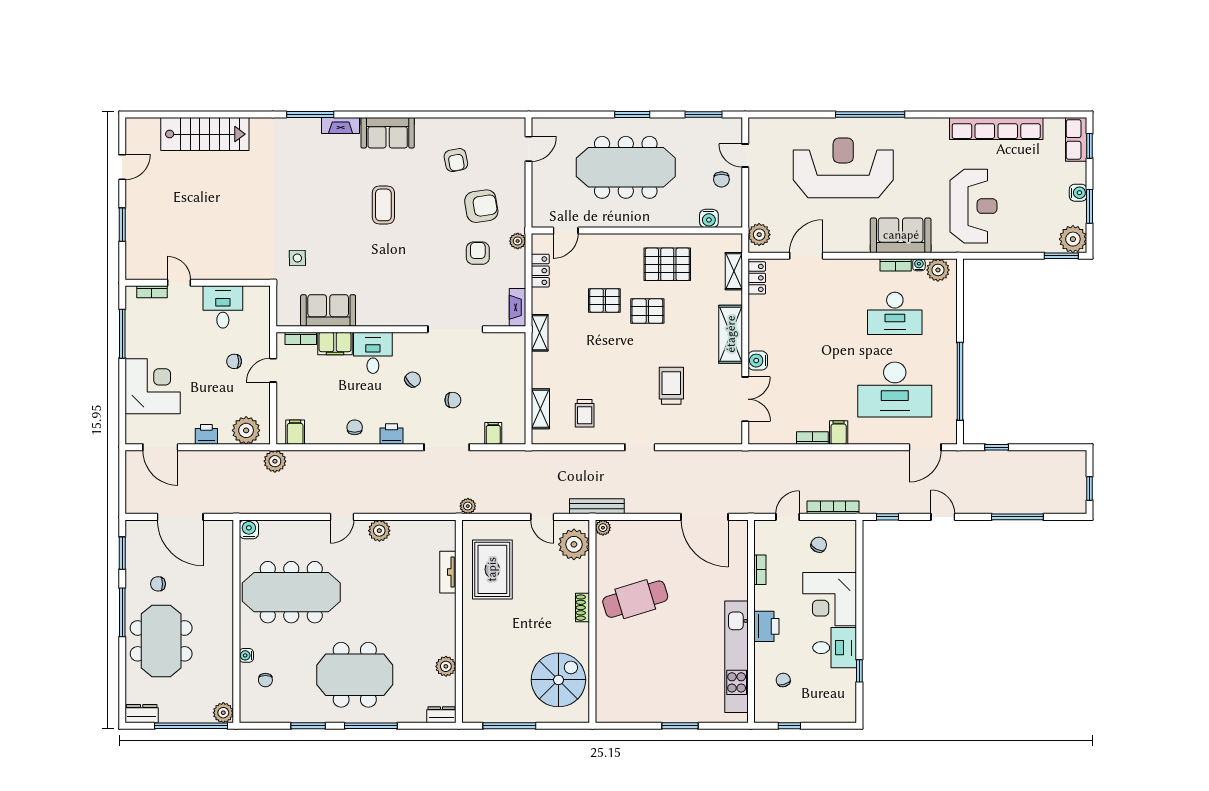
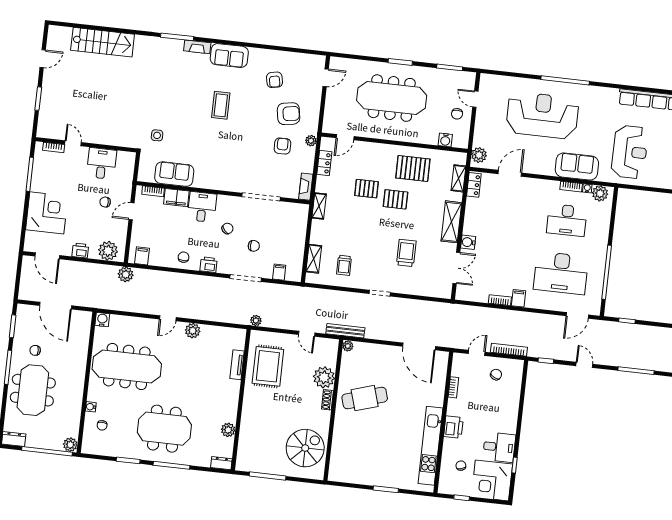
plant: (574, 544) -> (324, 377), moved
corner desk: (830, 599) -> (492, 480), moved

